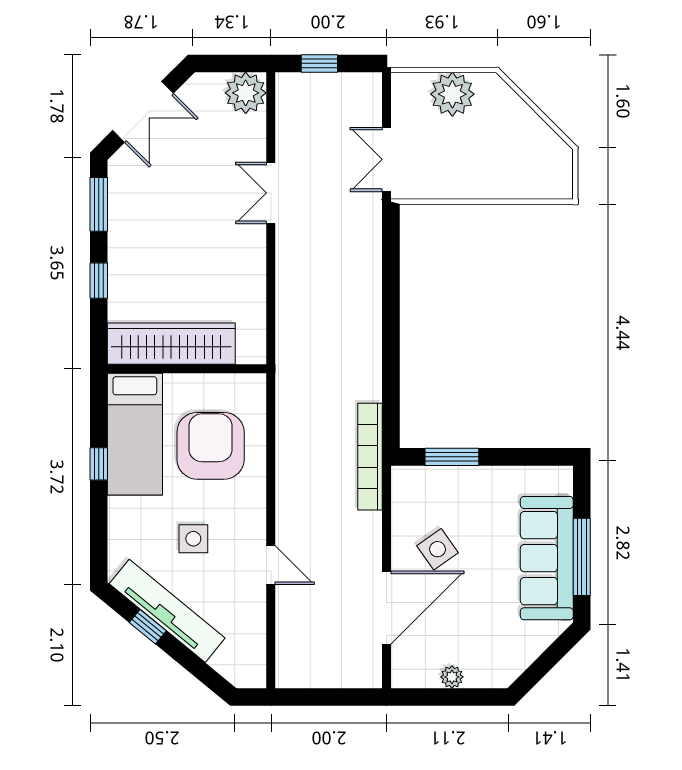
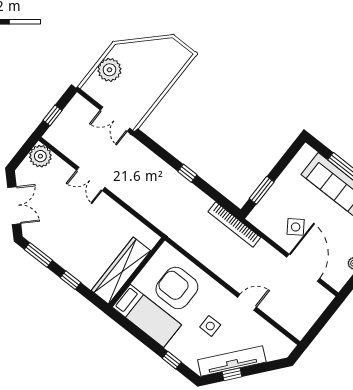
window: (391, 328) -> (187, 173), added
window: (99, 464) -> (172, 360), moved

